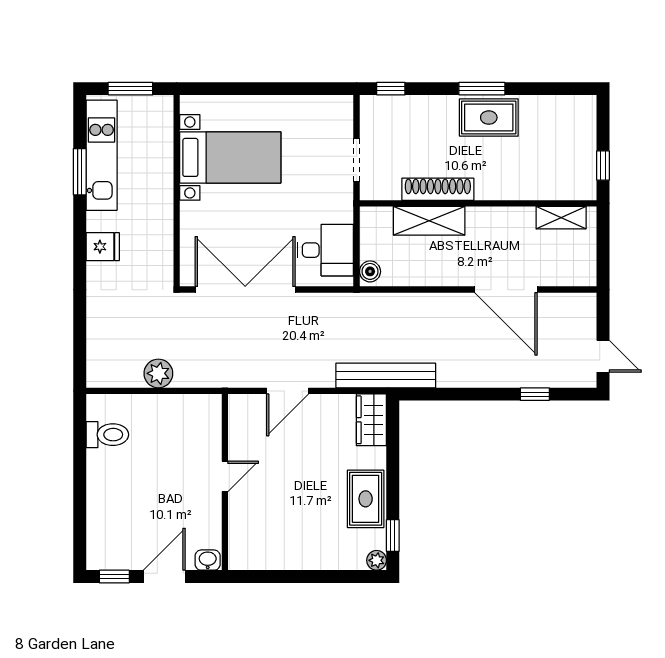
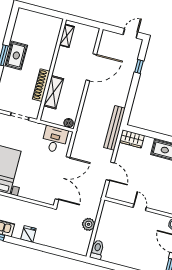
window: (603, 166) -> (49, 12), removed
double door: (245, 290) -> (62, 178), swing flipped
toilet: (107, 435) -> (97, 250), moved

